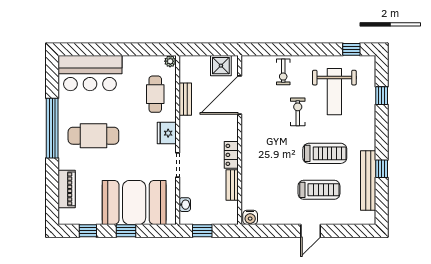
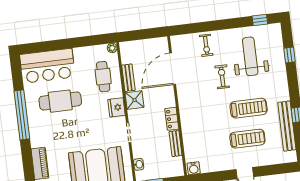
shower: (221, 66) -> (135, 100), moved
weight bench: (334, 92) -> (250, 56), turned 180
cafe table: (93, 136) -> (60, 101), moved

